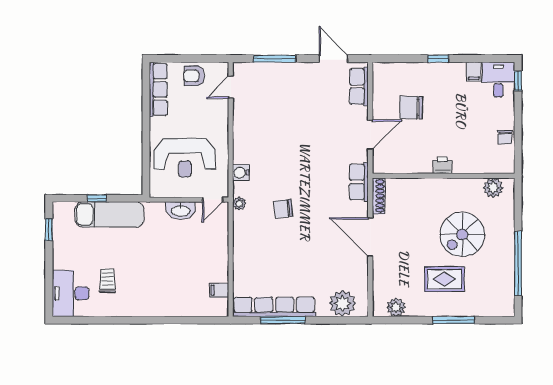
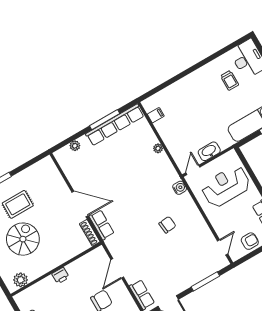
water cooler: (241, 173) -> (180, 188), moved
row of seats: (359, 182) -> (102, 225), moved
plant: (239, 204) -> (158, 148), moved
chair: (283, 209) -> (167, 225), moved
plant: (342, 303) -> (75, 146), width x0.53, depth x0.53
plant: (396, 307) -> (38, 169), removed

